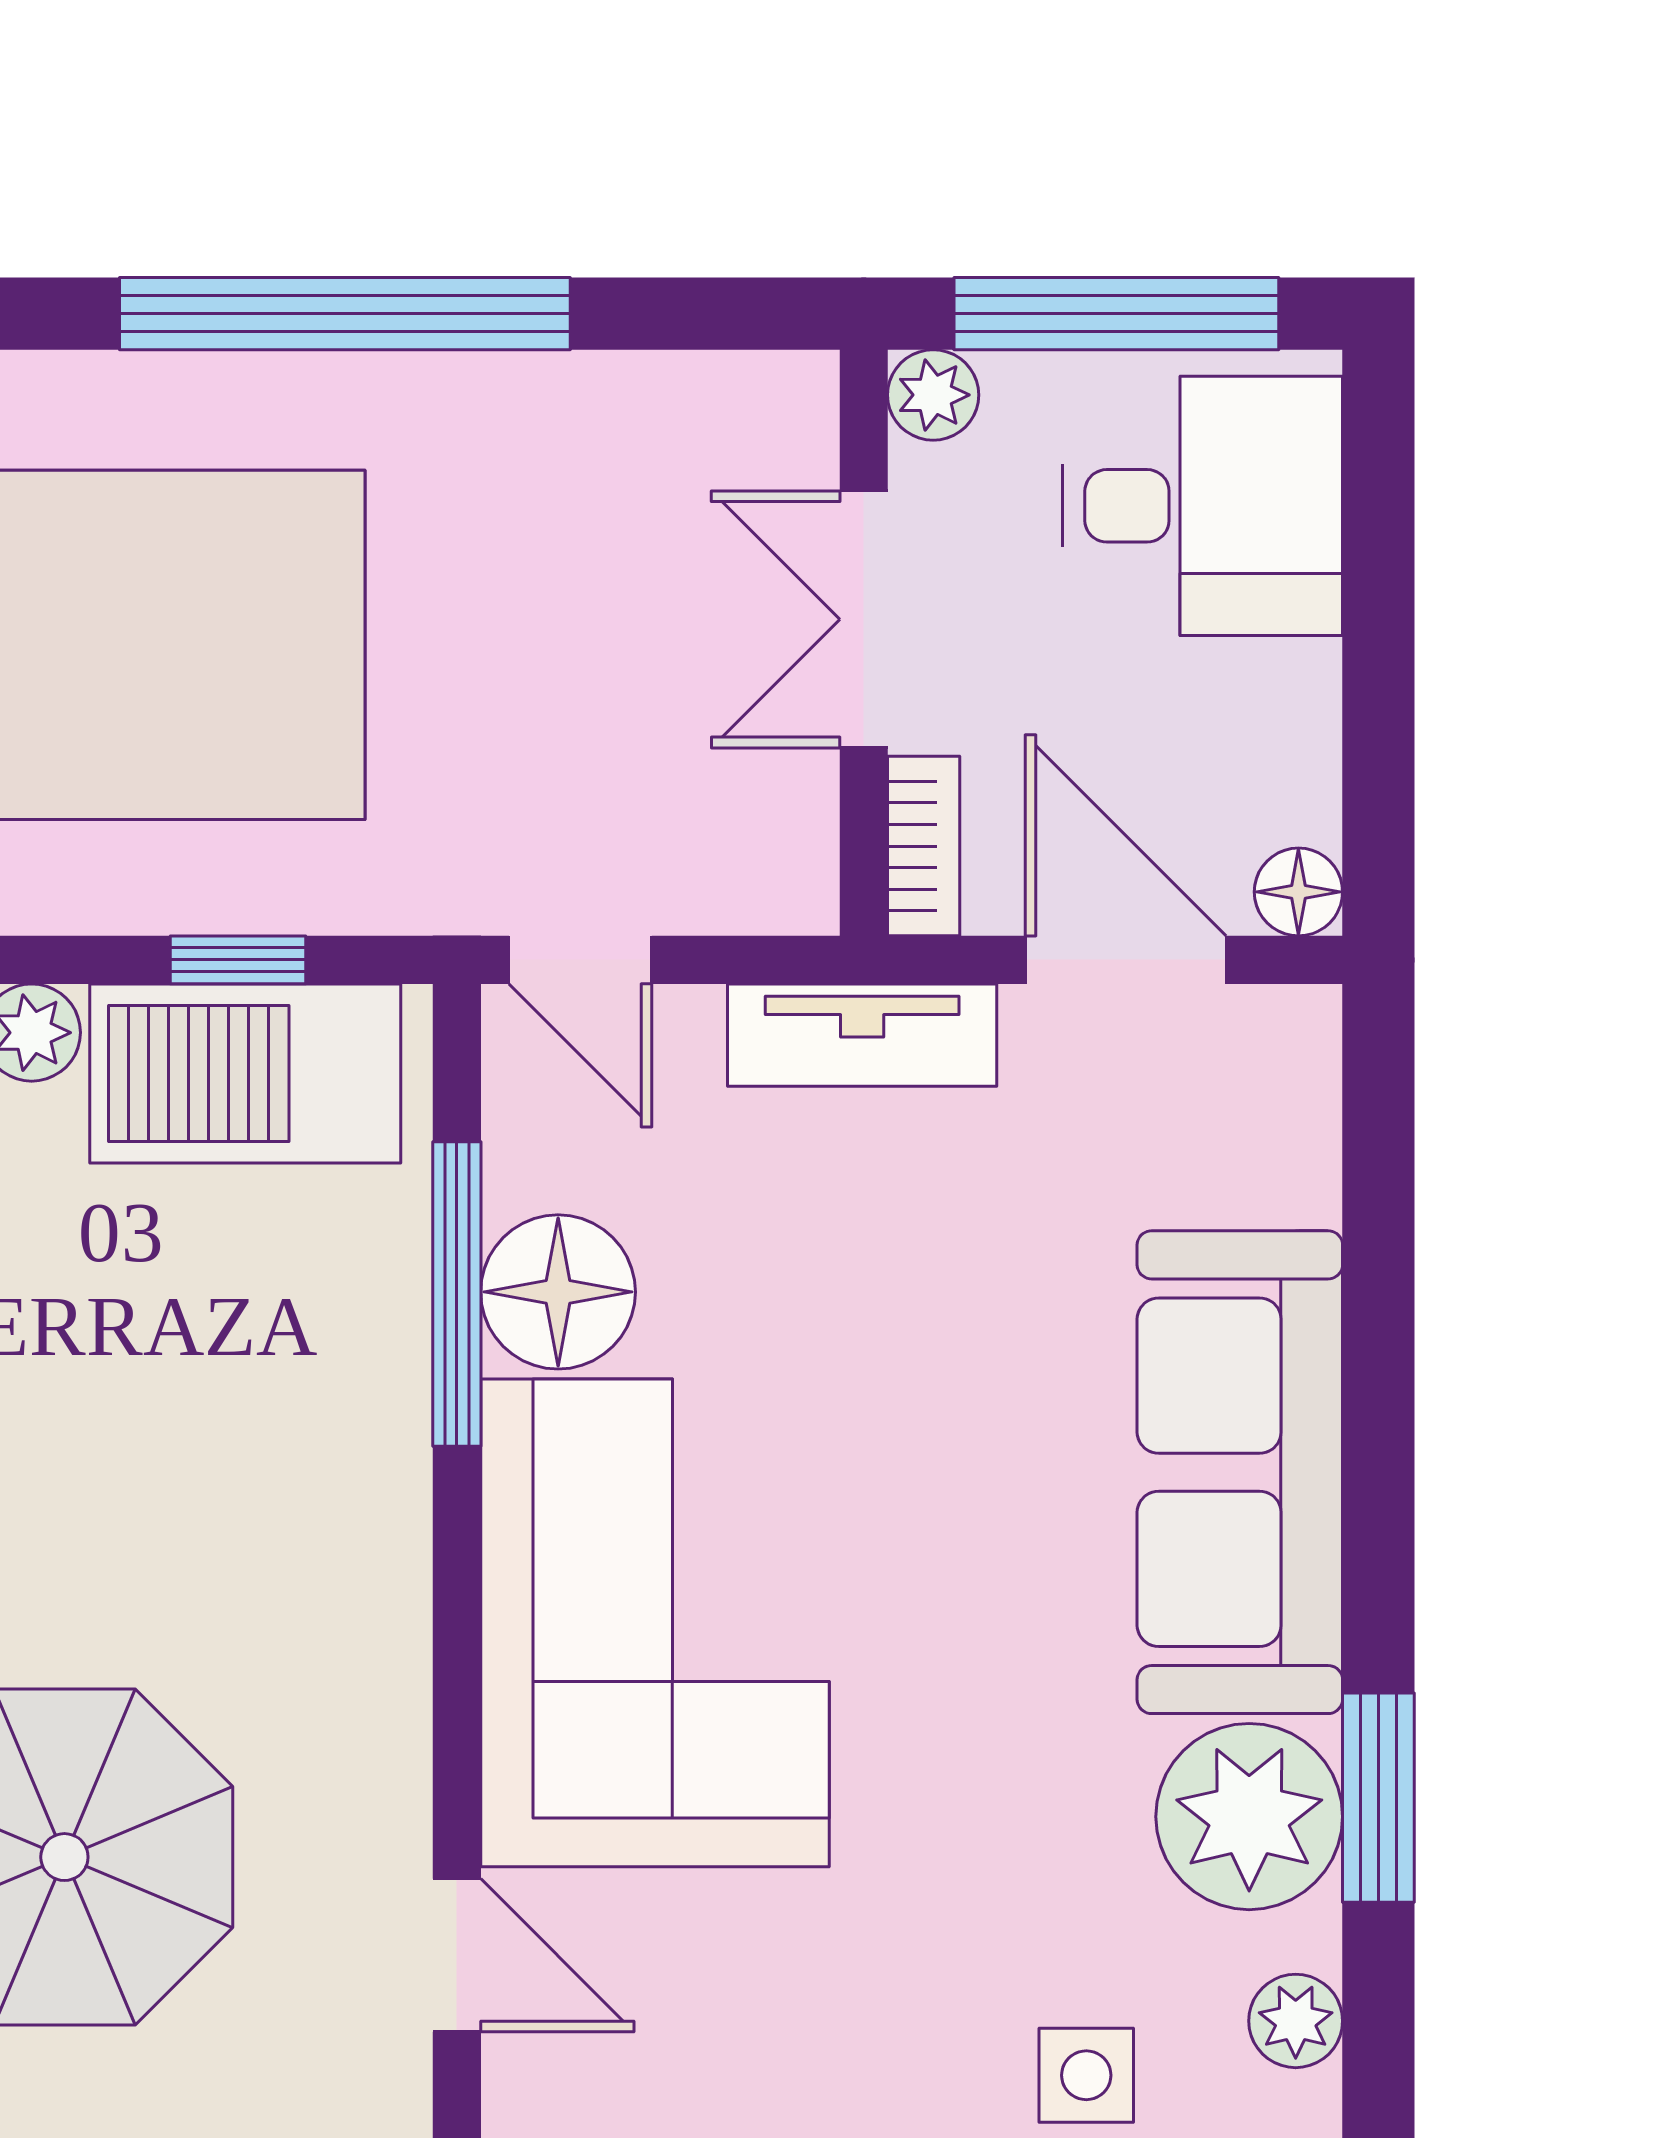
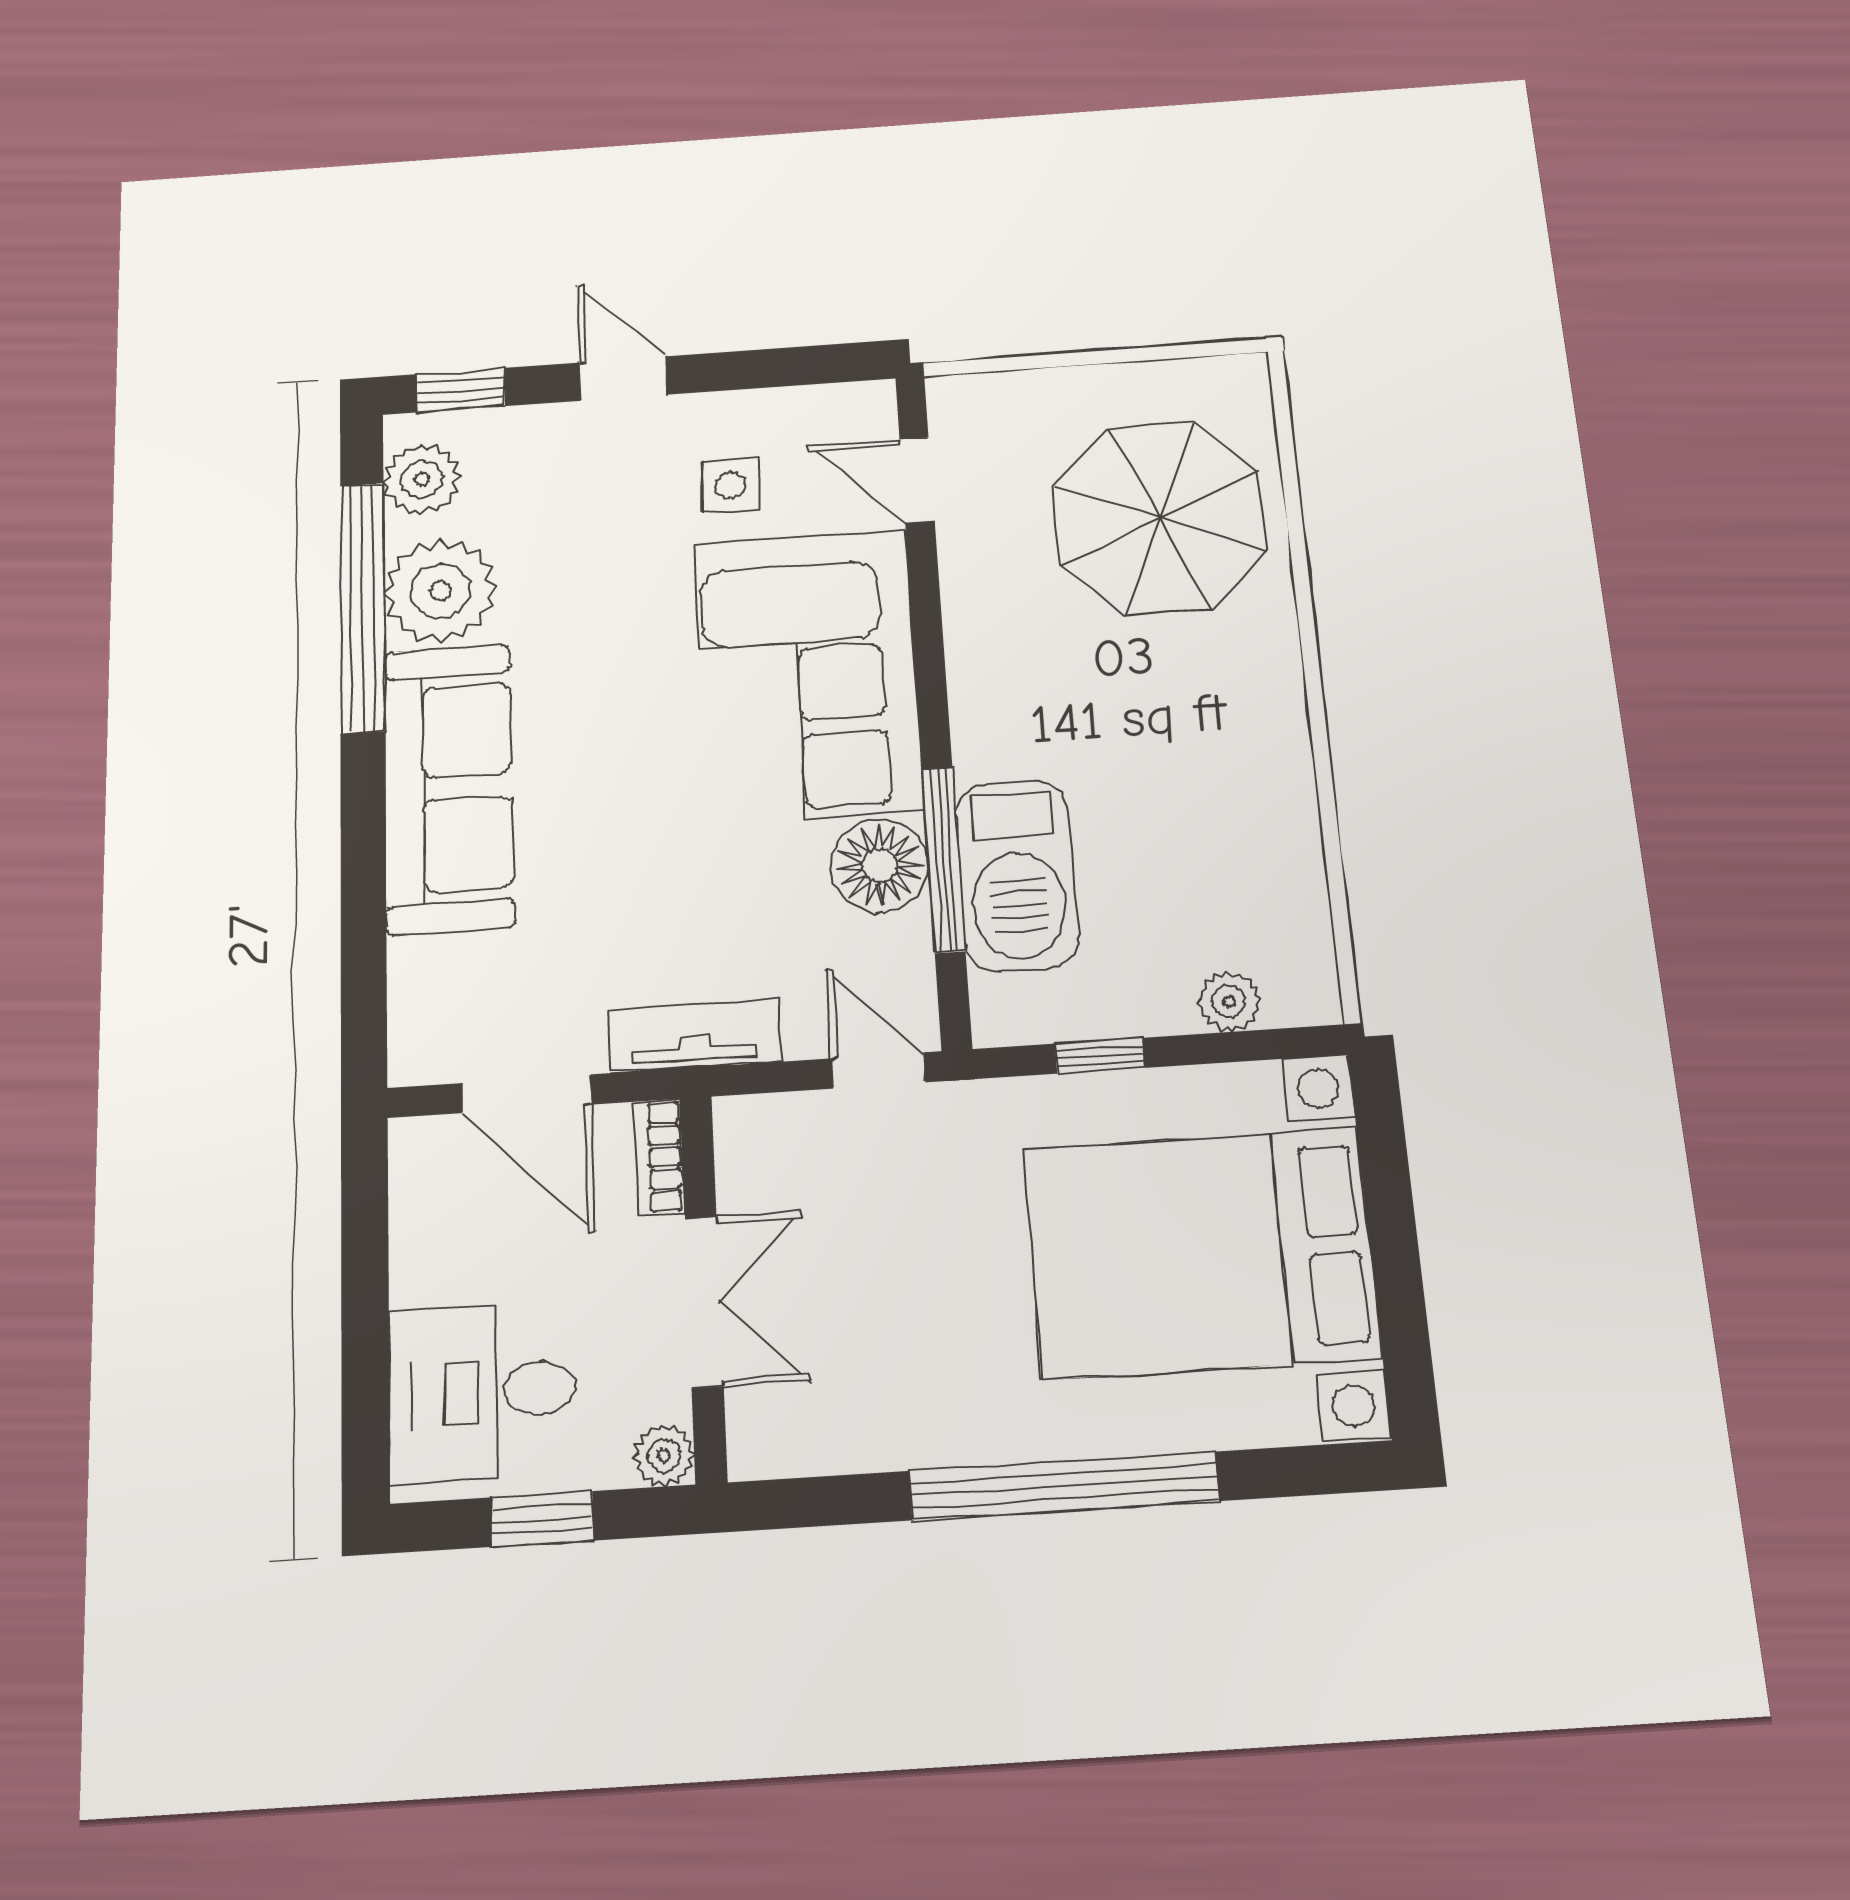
window: (1116, 314) -> (542, 1519), width x0.46
floor lamp: (1298, 892) -> (416, 1144), removed
barbecue: (245, 1073) -> (1017, 875), moved, turned 90
window: (1378, 1798) -> (362, 607), width x2.11
plant: (1296, 2021) -> (422, 479), width x1.38, depth x1.38
side table: (1086, 2075) -> (730, 485), moved

